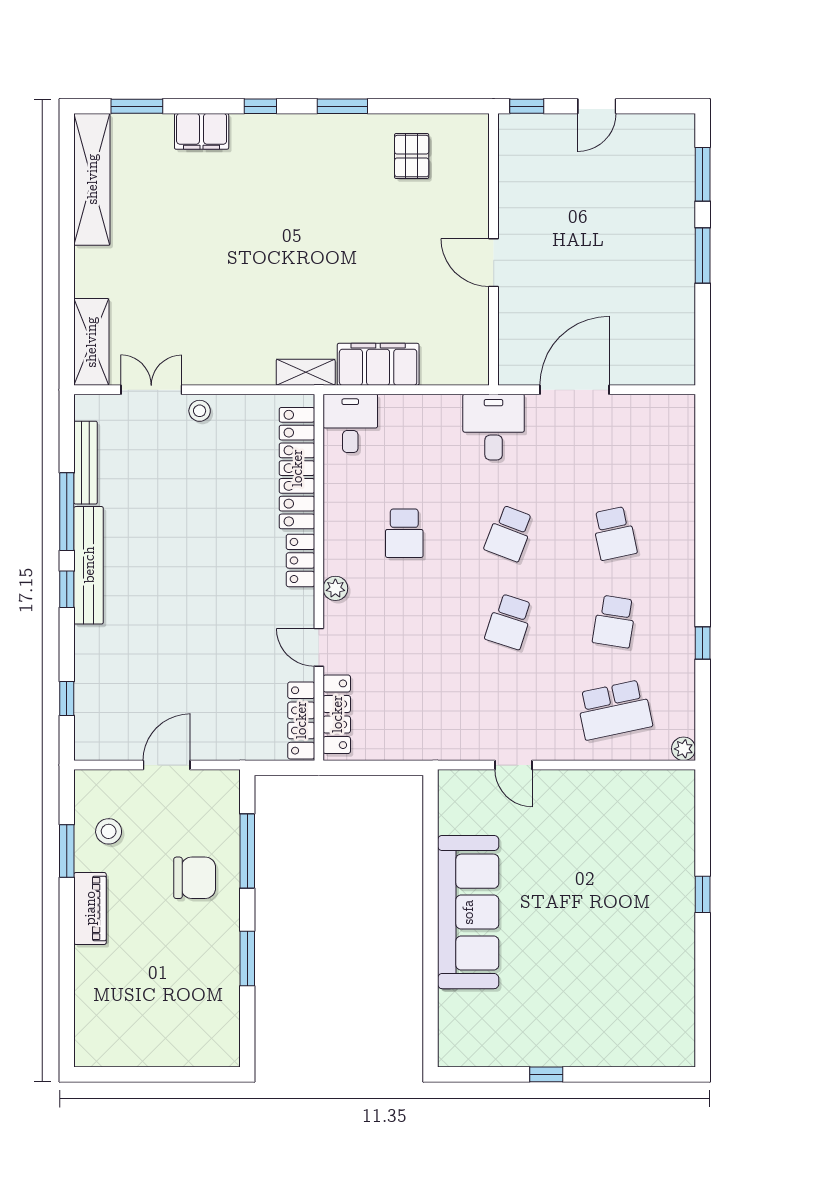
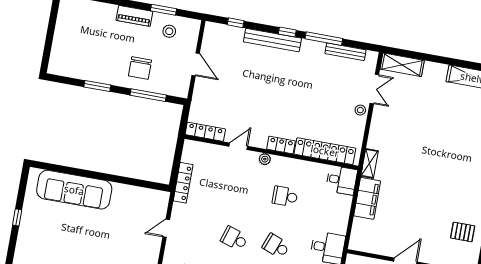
bench: (89, 565) -> (272, 40), moved
locker: (337, 714) -> (183, 183), moved, turned -90
sofa: (468, 912) -> (74, 190), moved

